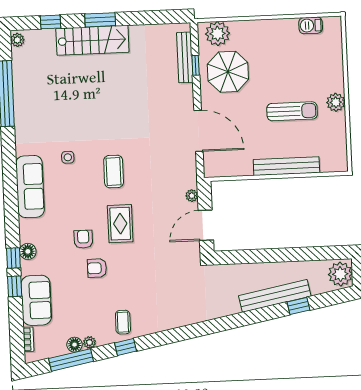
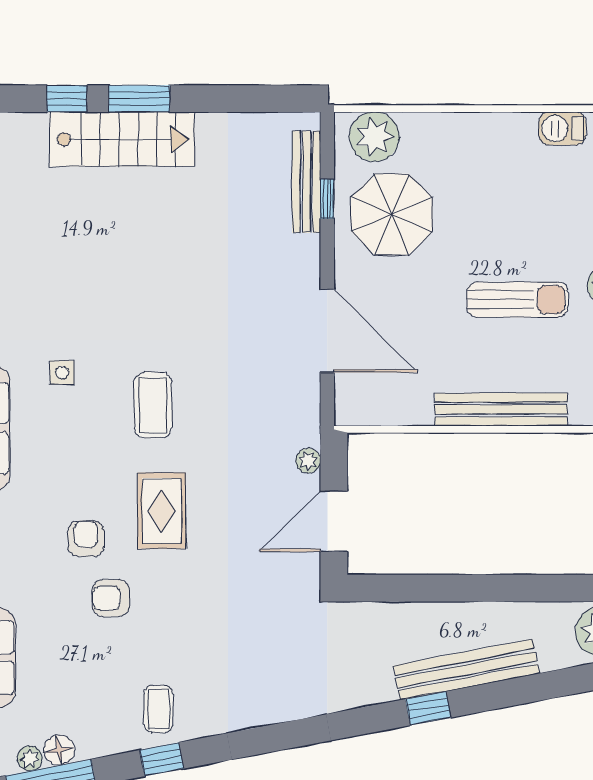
window: (51, 22) -> (67, 99), moved
window: (298, 306) -> (428, 708), moved
plant: (89, 342) -> (30, 758), moved

